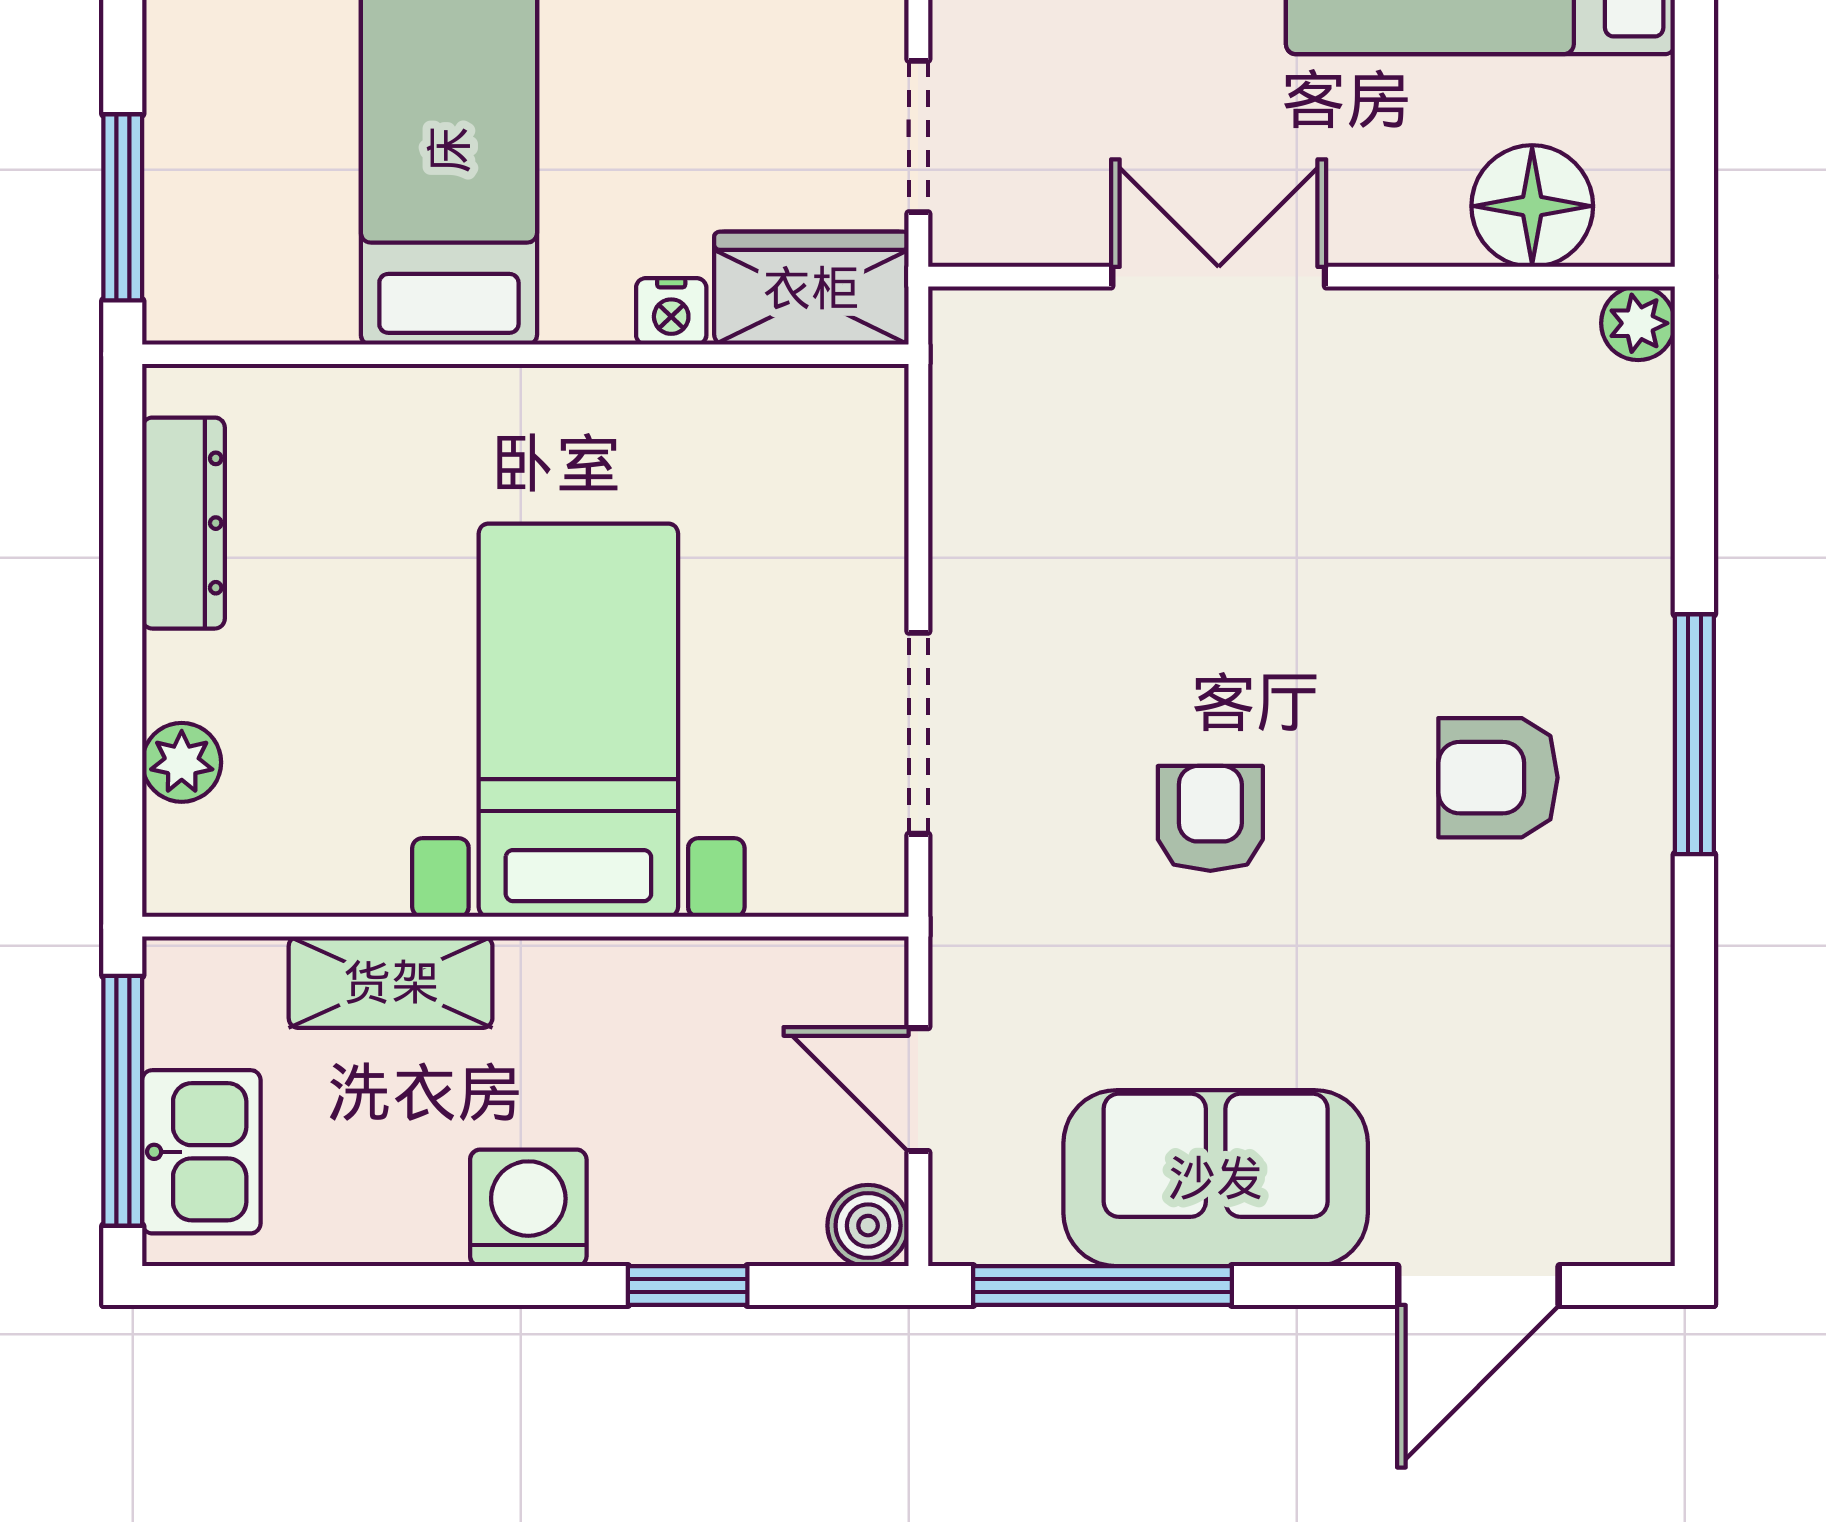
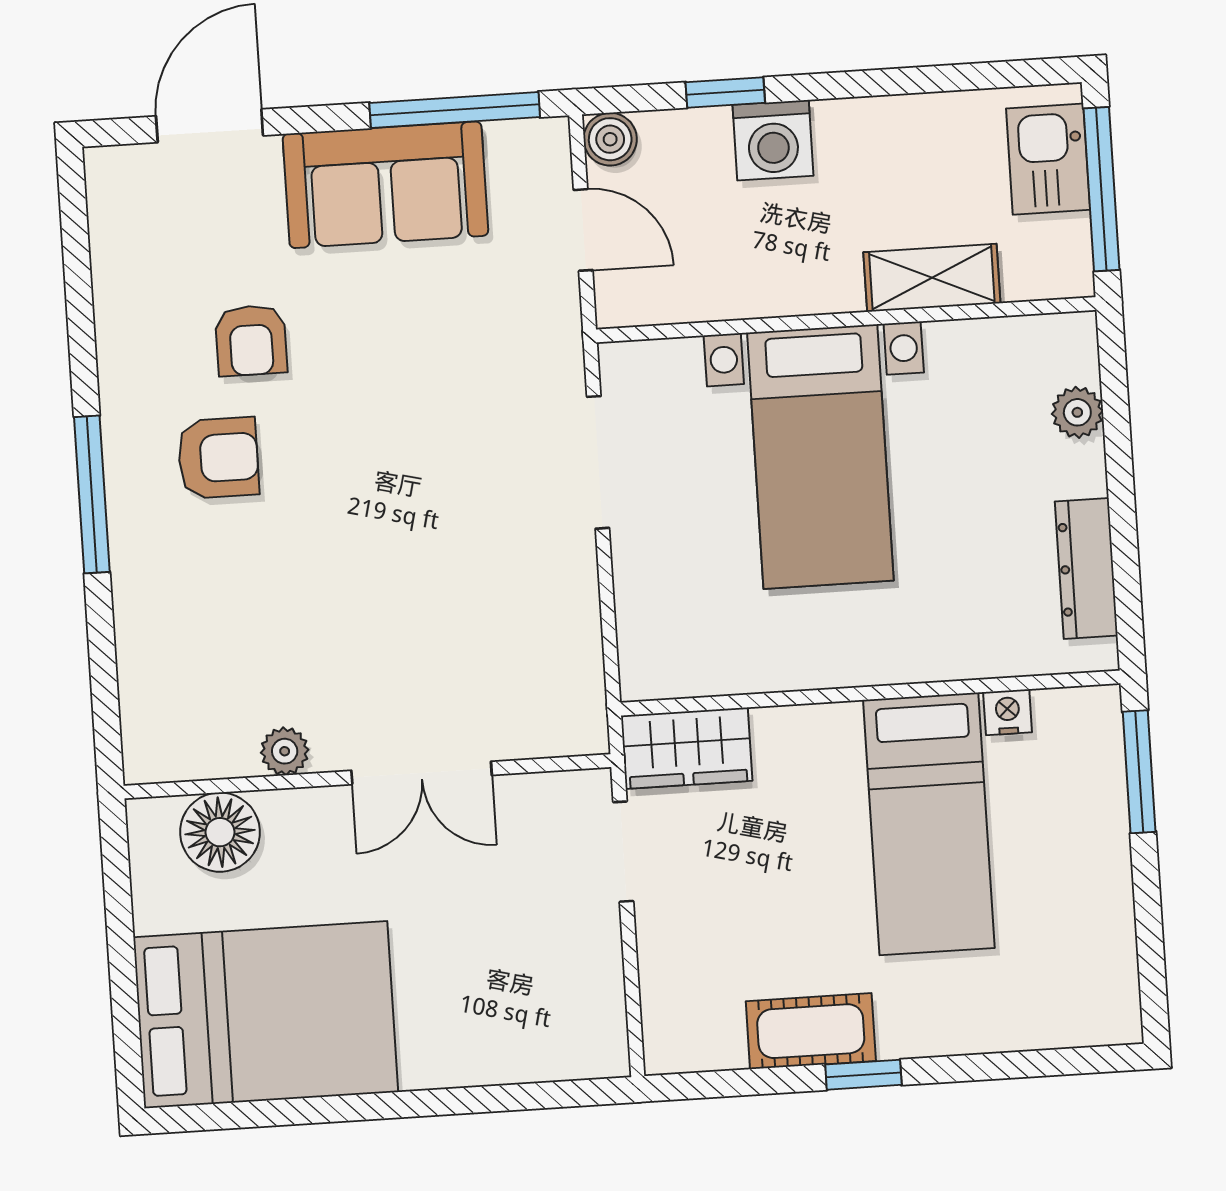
nightstand: (671, 311) -> (1008, 712), moved
plant: (1638, 323) -> (285, 751), moved
armchair: (1210, 818) -> (251, 340), moved
washing machine: (528, 1208) -> (773, 140), moved

